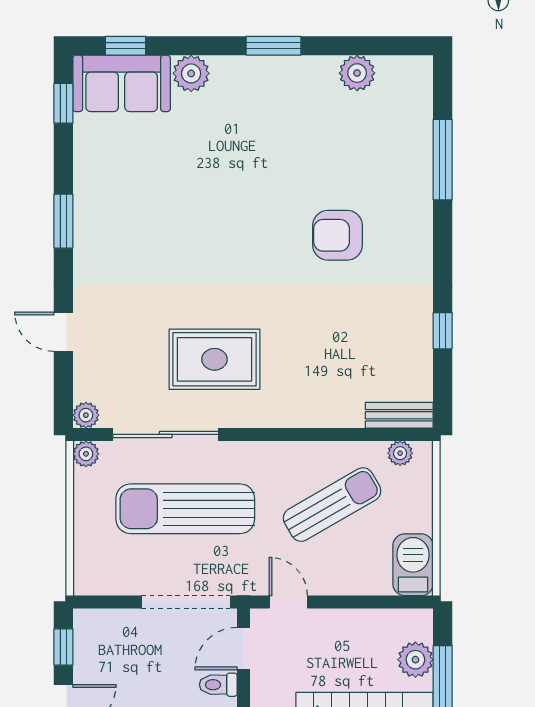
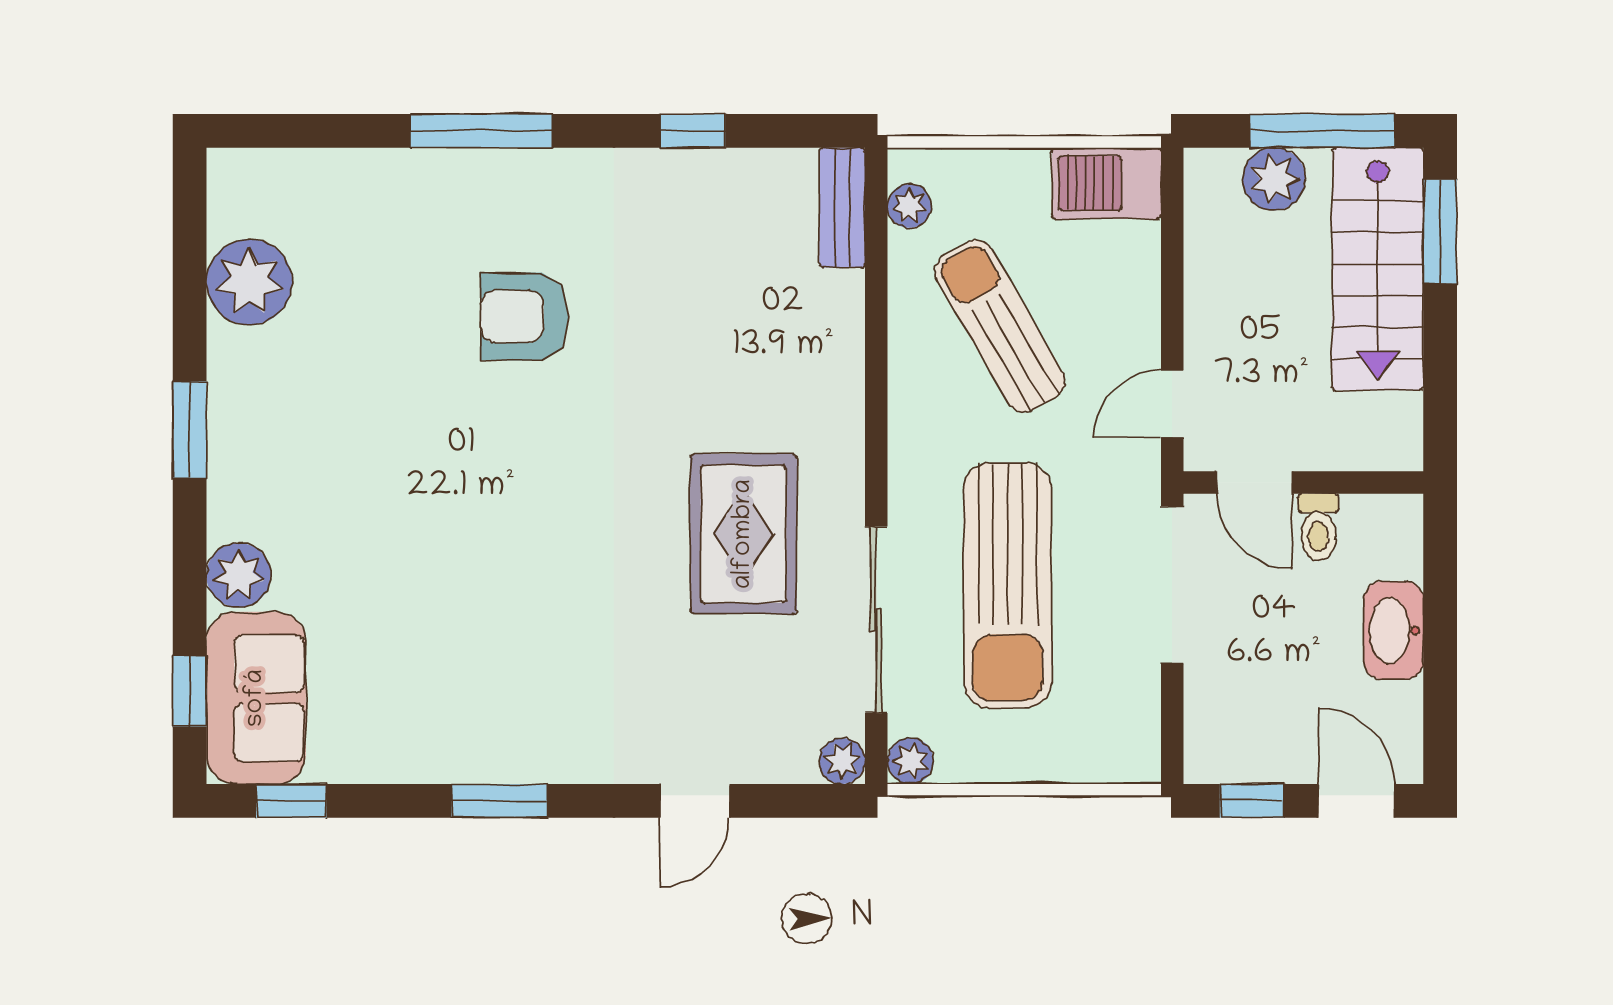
plant: (357, 73) -> (249, 282), width x1.36, depth x1.36
window: (443, 160) -> (482, 131), moved
armchair: (338, 235) -> (524, 317), turned 90

